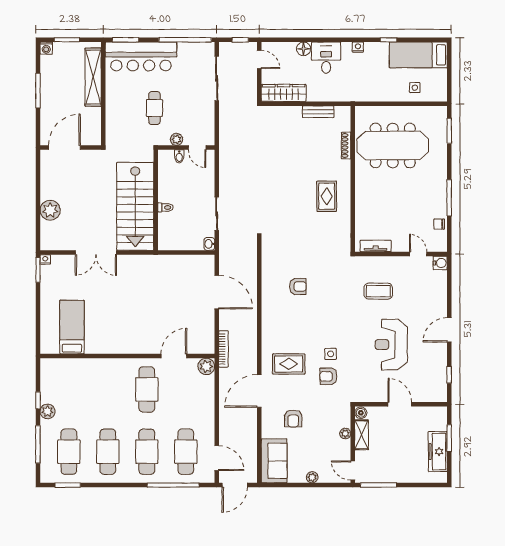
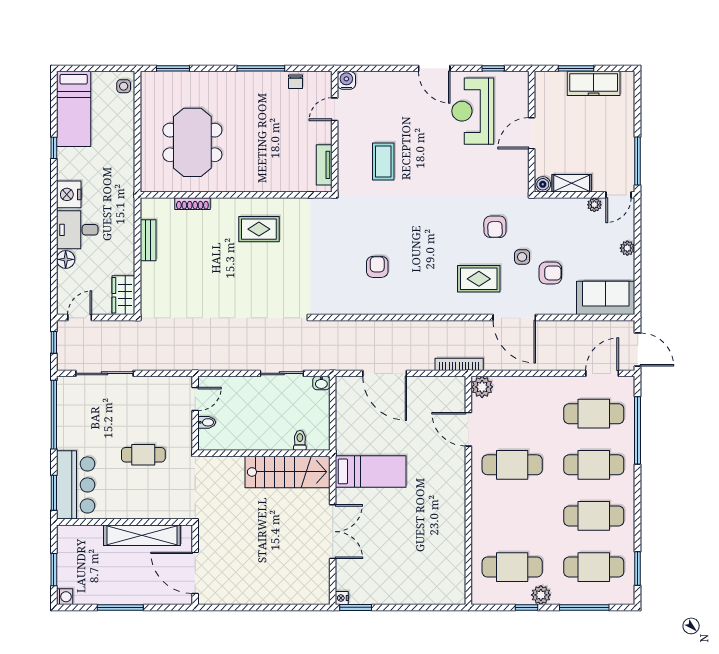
nightstand: (358, 47) -> (69, 194), width x1.89, depth x1.79
bar counter: (141, 56) -> (76, 485), width x0.73
shelving: (93, 77) -> (142, 535), moved
side table: (415, 88) -> (124, 86), moved
wardrobe: (284, 93) -> (123, 295), width x0.67
plant: (177, 139) -> (184, 426), removed
meeting table: (393, 145) -> (192, 142), width x0.73
stairs: (135, 206) -> (288, 472), width x0.73, depth x0.66
toilet: (165, 207) -> (300, 440), moved
plant: (50, 210) -> (277, 592), removed
door: (217, 292) -> (385, 373), swing flipped
bed: (72, 327) -> (371, 471), moved, turned 180
reception desk: (391, 345) -> (473, 111), moved, turned 90
side table: (331, 354) -> (522, 257), moved
rug: (289, 364) -> (479, 279), turned 90
cafe table: (69, 389) -> (512, 567), added
plant: (345, 434) -> (594, 205), moved

